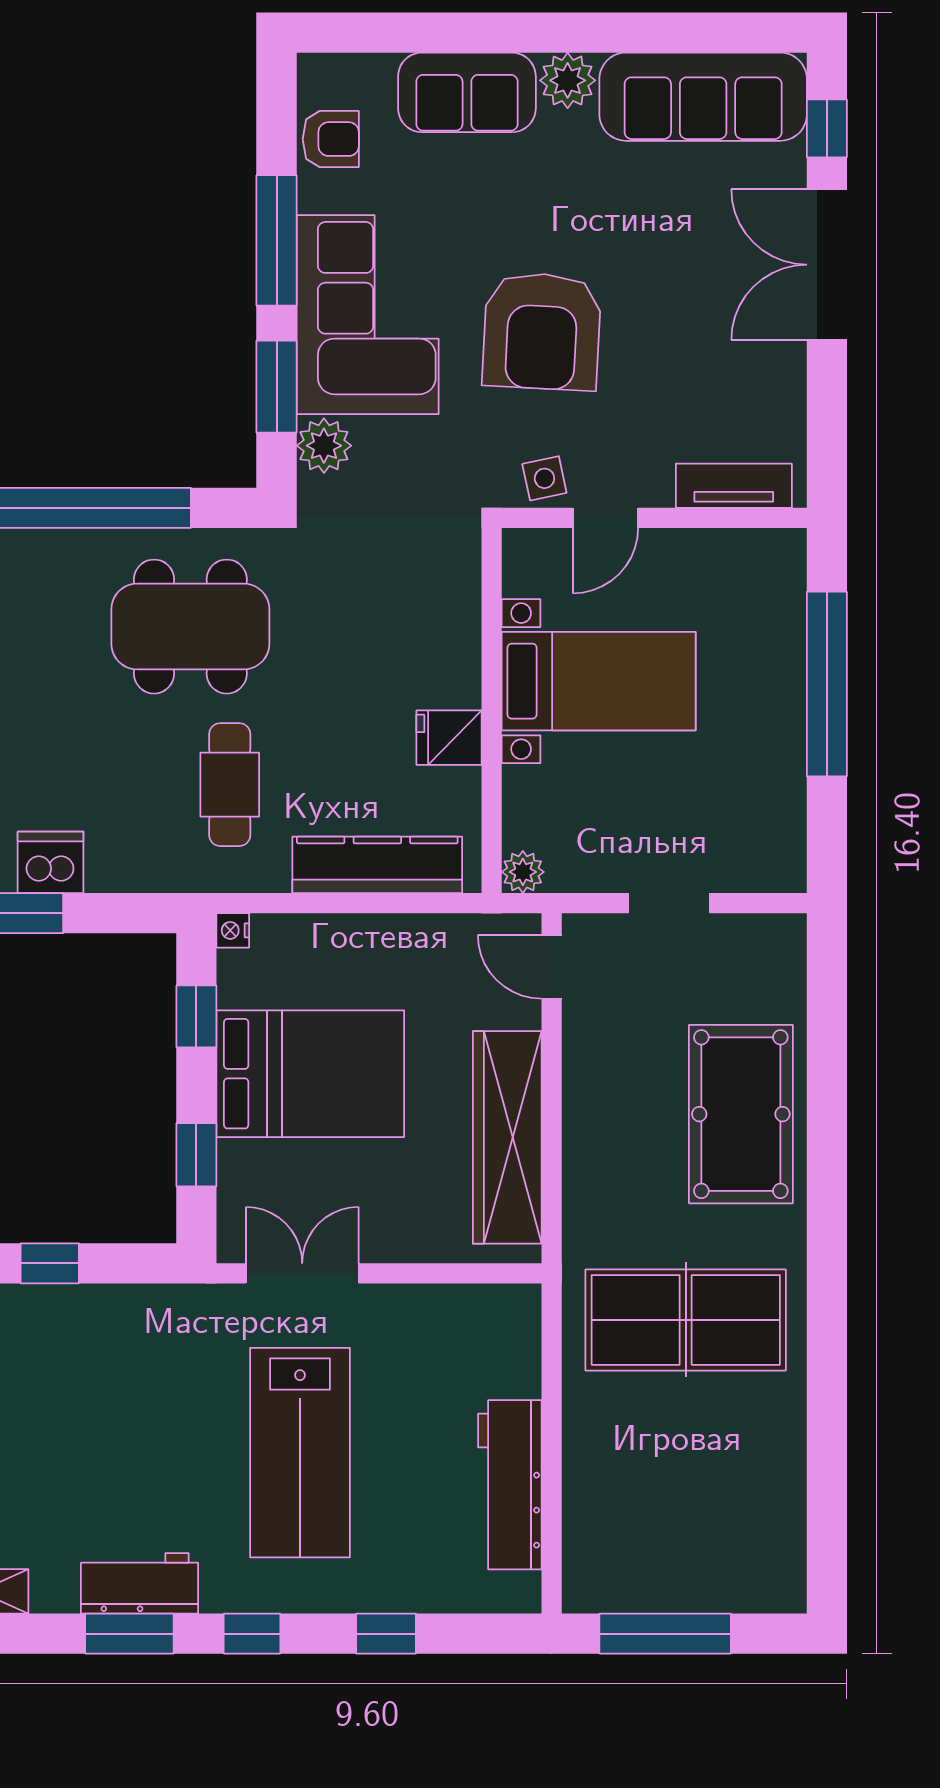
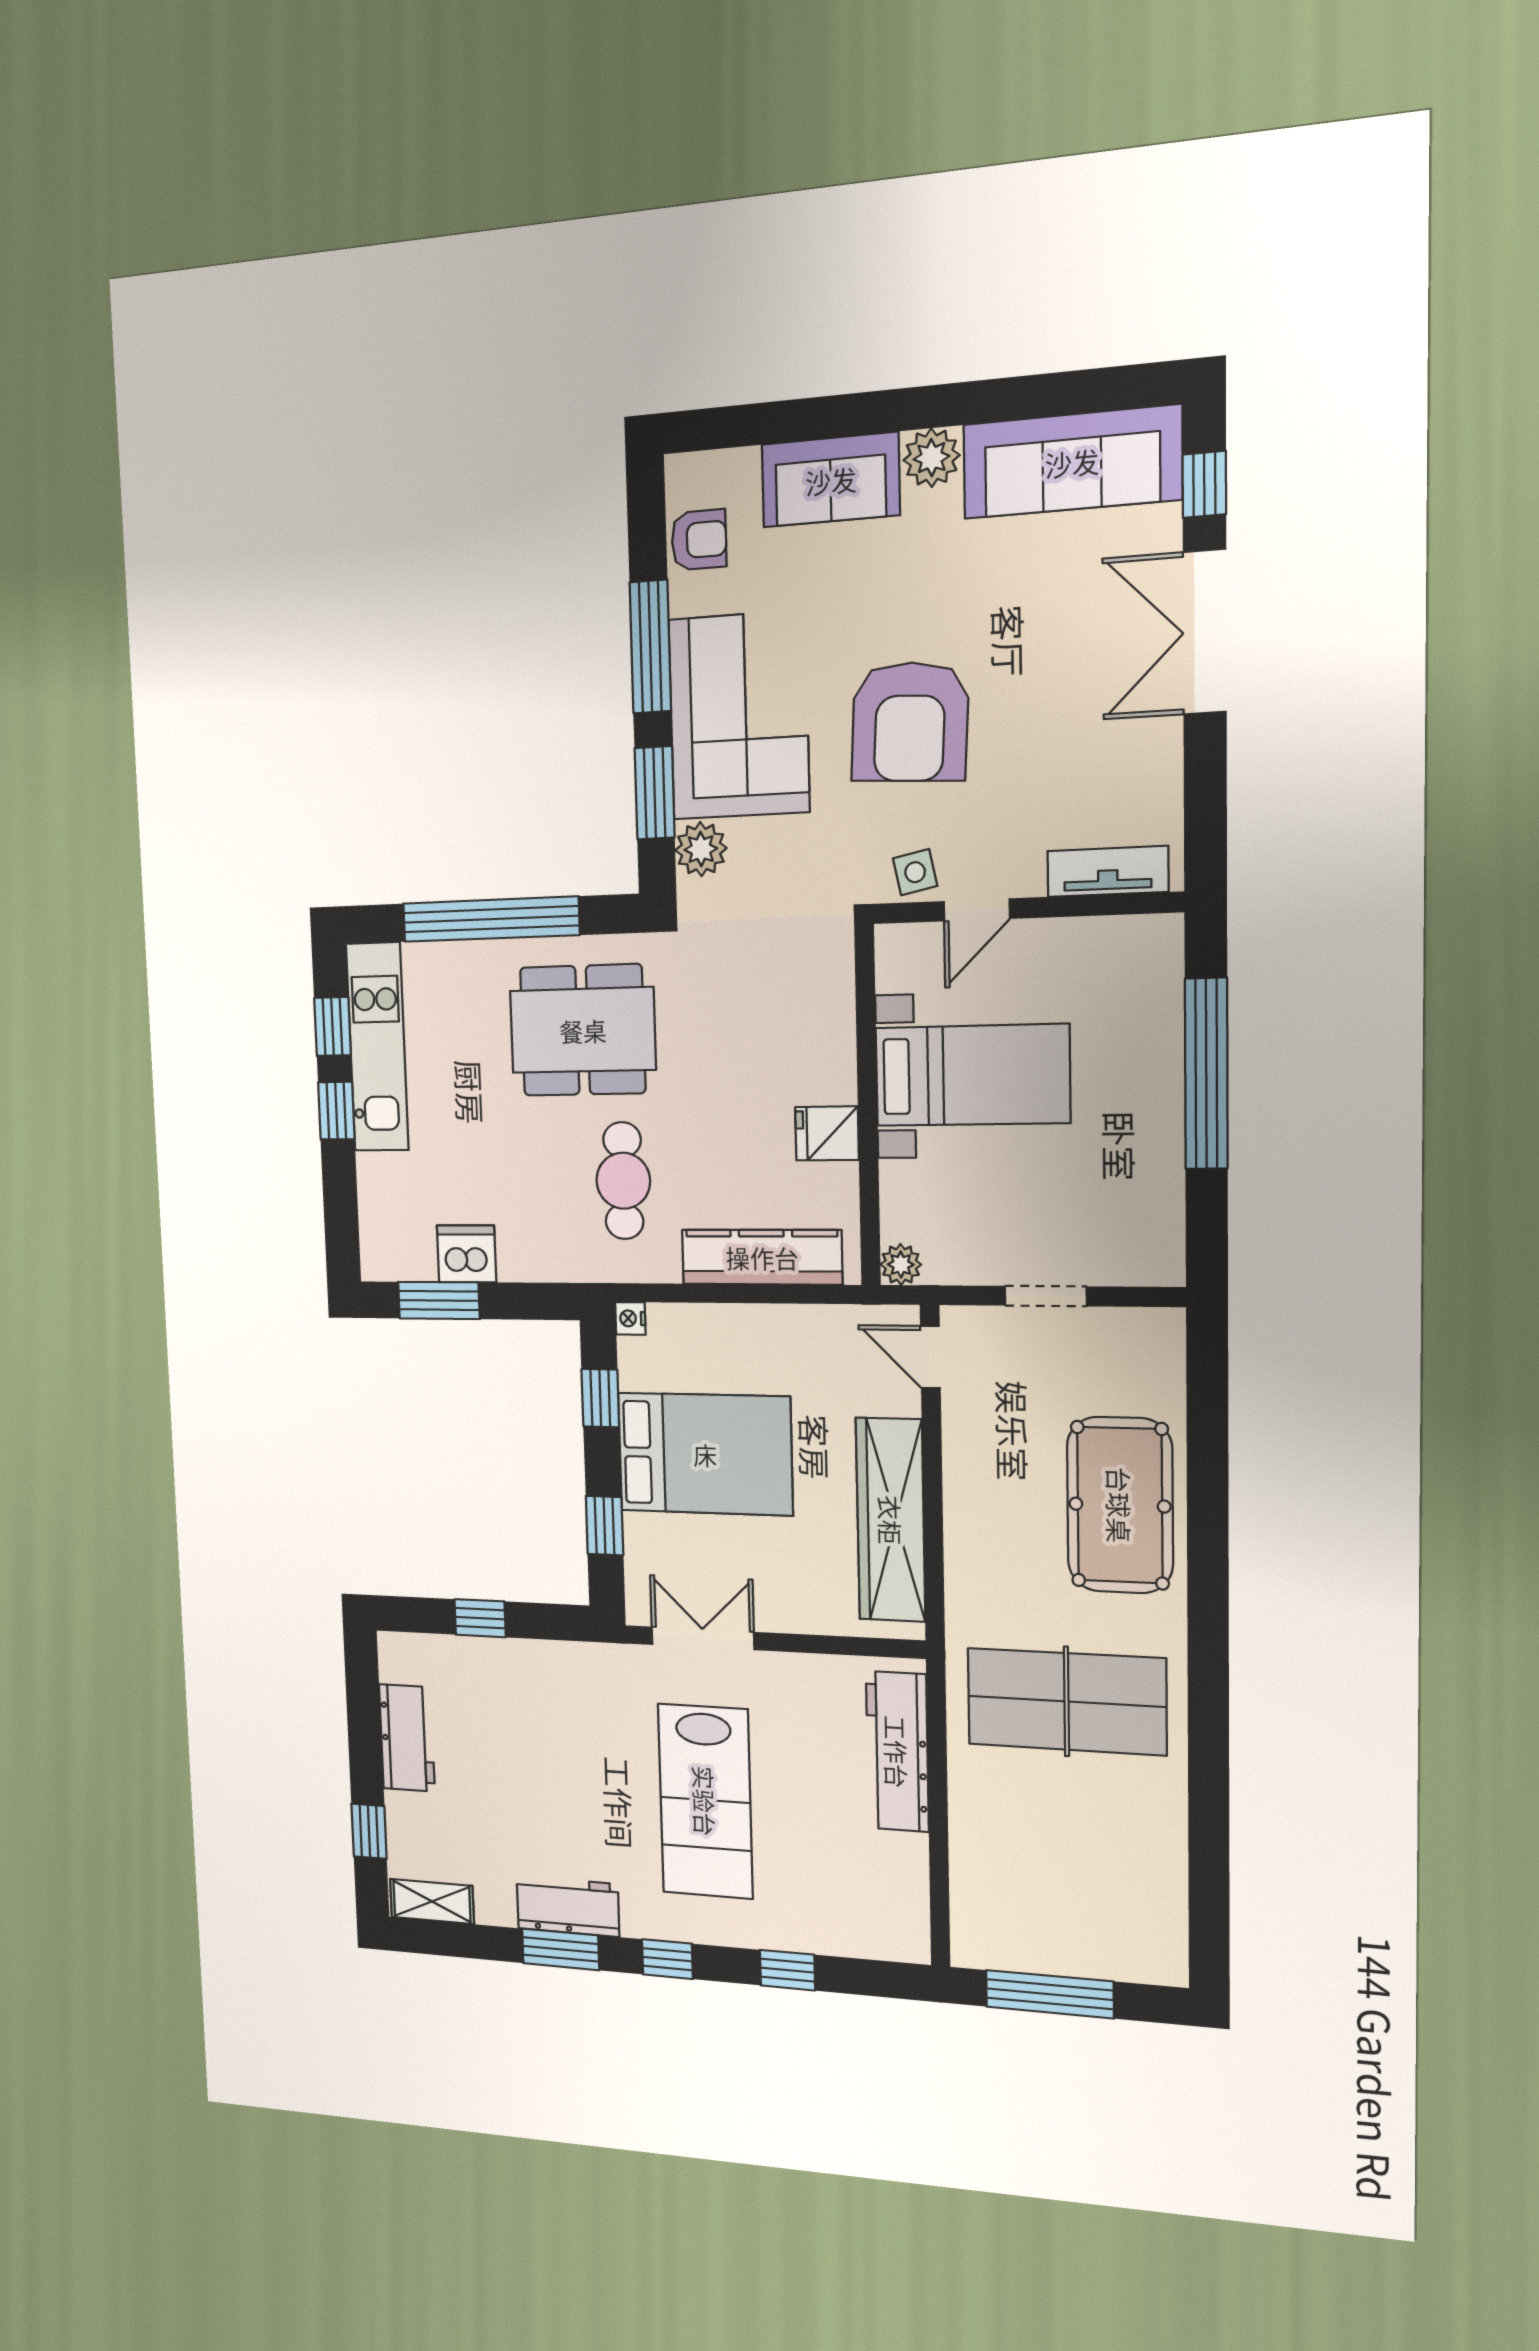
workbench: (510, 1485) -> (897, 1752), moved

